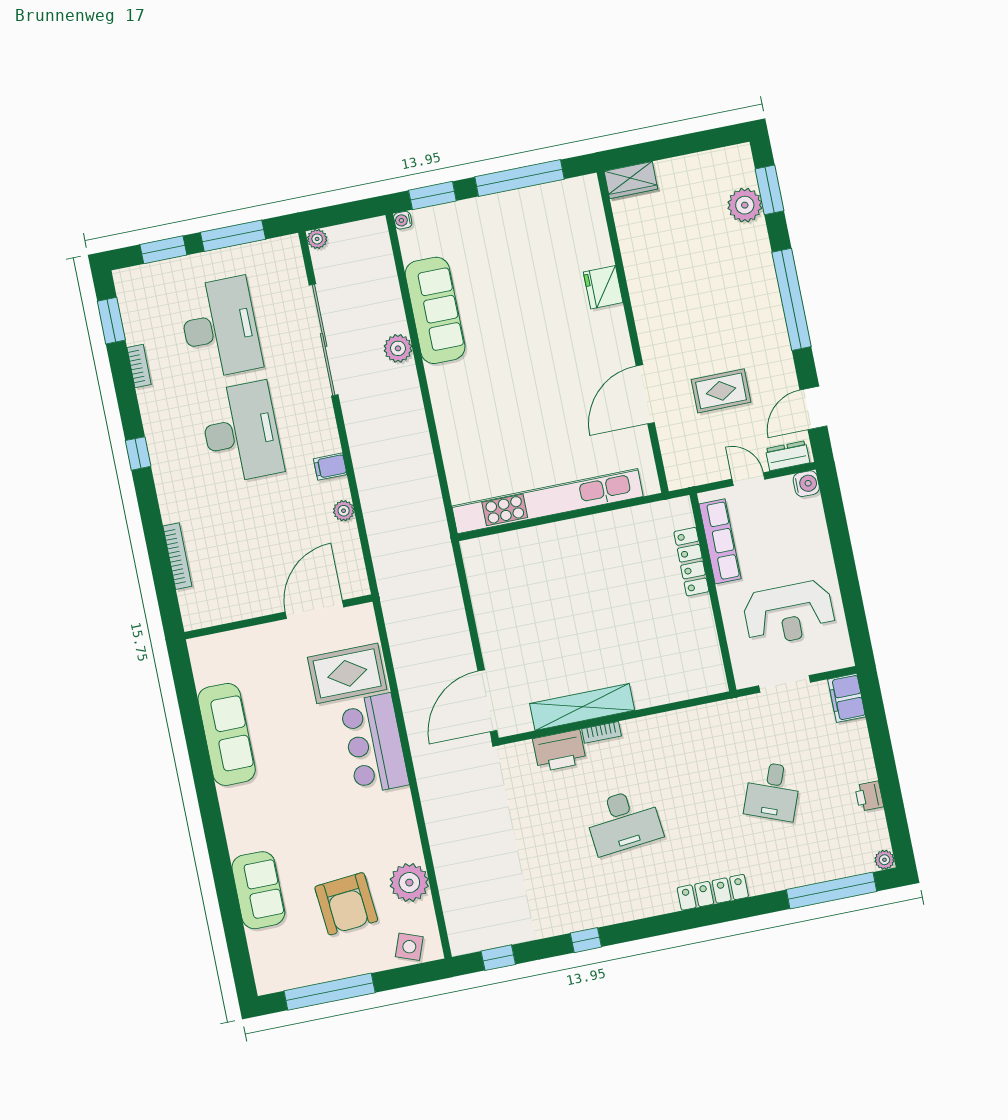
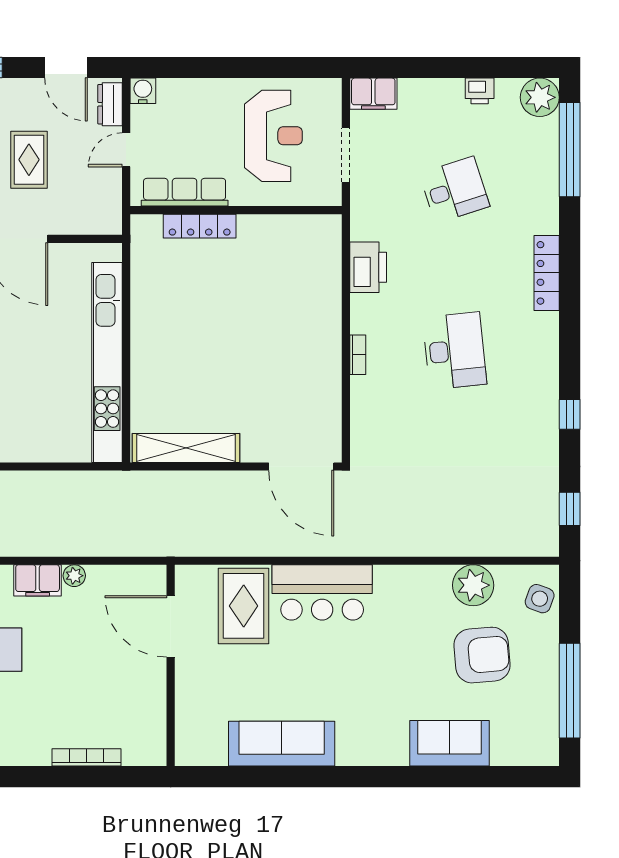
filing cabinet: (330, 467) -> (38, 580), width x2.00
shelving: (582, 707) -> (186, 448), moved, turned 90
printer: (559, 751) -> (368, 267), moved
desk: (773, 791) -> (454, 190), turned -39
plant: (884, 860) -> (540, 97), width x1.87, depth x1.87

